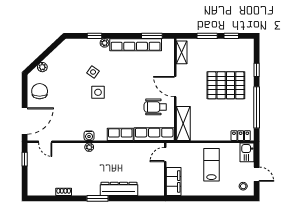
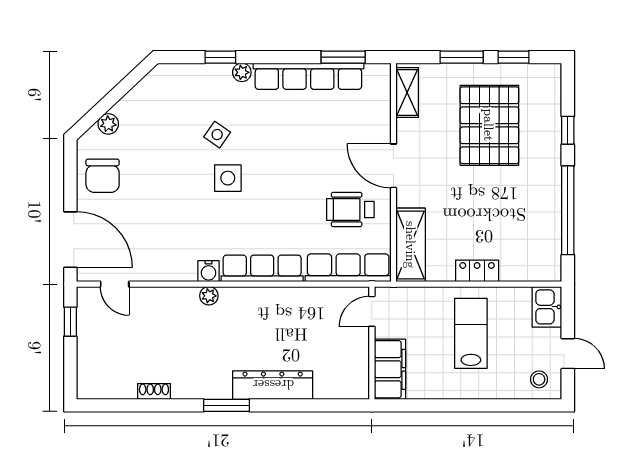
pallet: (226, 85) -> (489, 125), moved, turned 90
chair: (40, 91) -> (103, 176), turned 180
door: (25, 121) -> (70, 240), hinge flipped
row of seats: (120, 134) -> (262, 268), width x1.48
locker: (241, 136) -> (477, 271), moved

